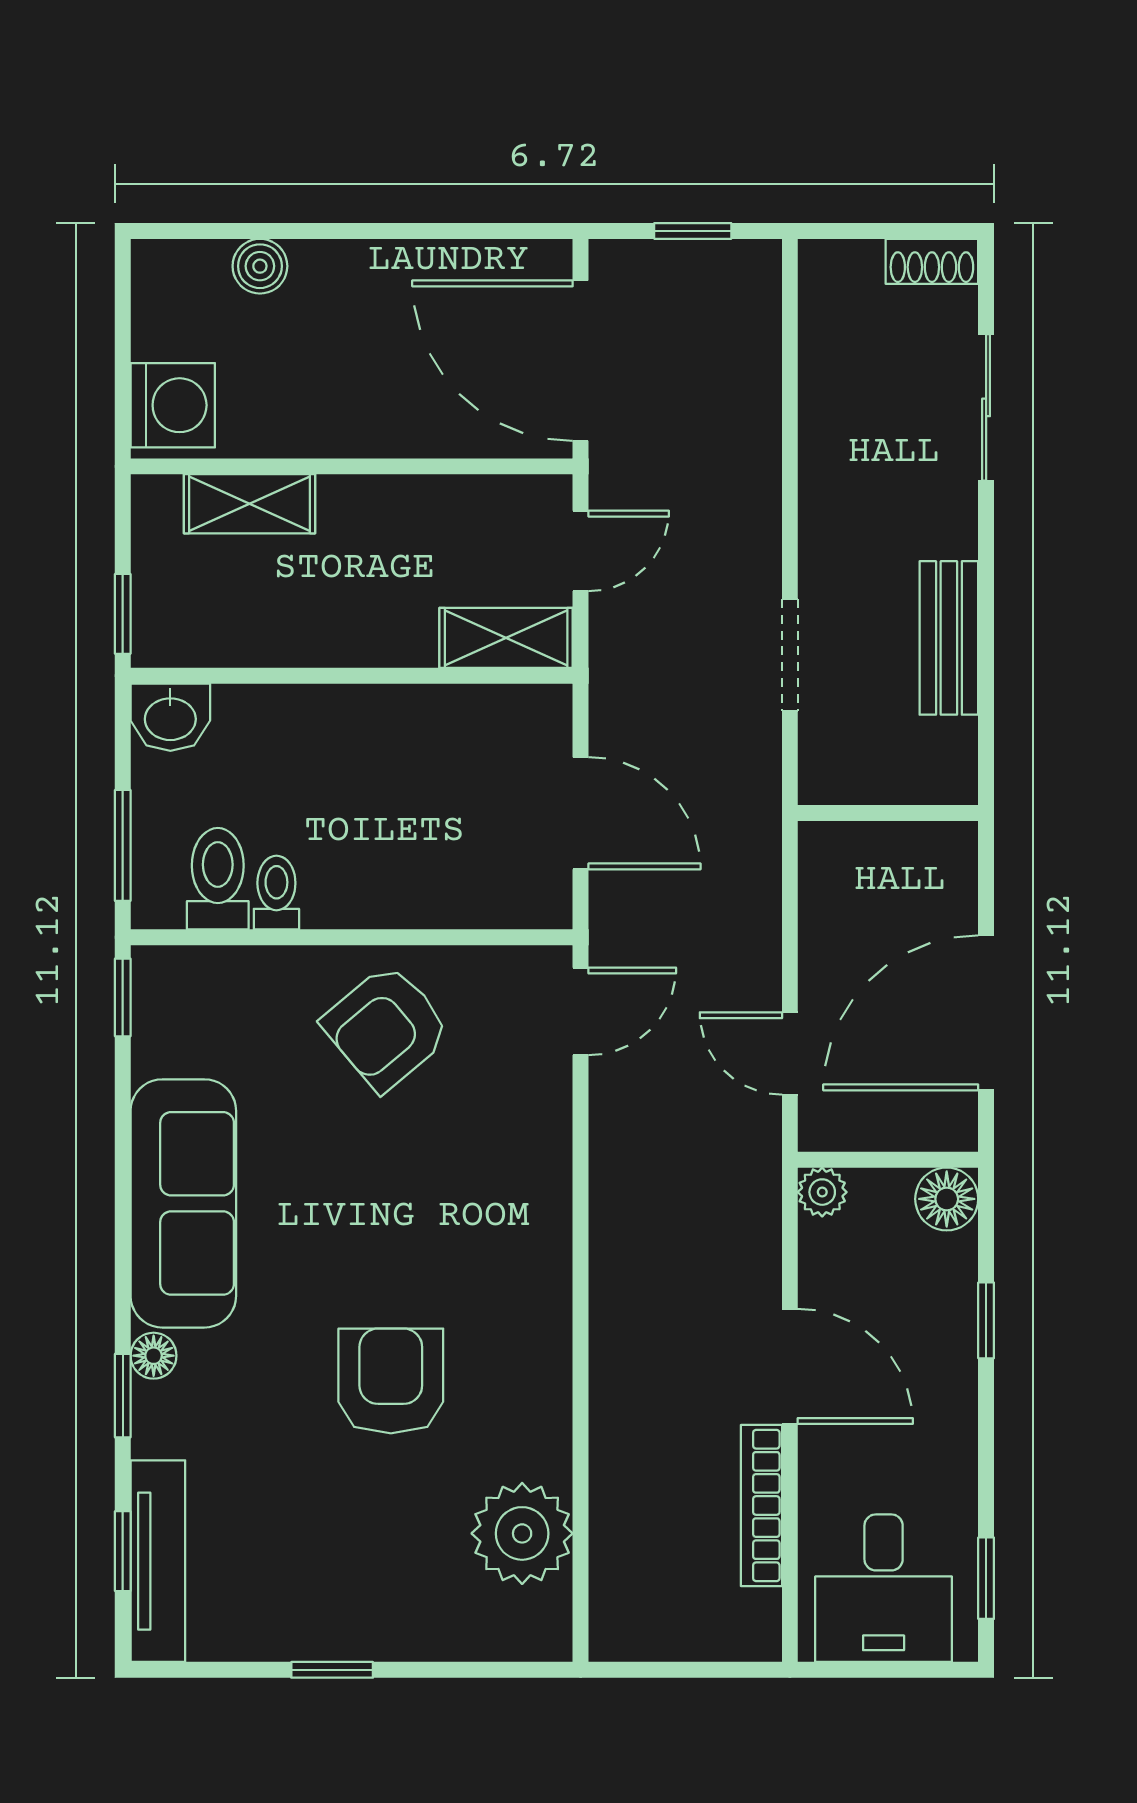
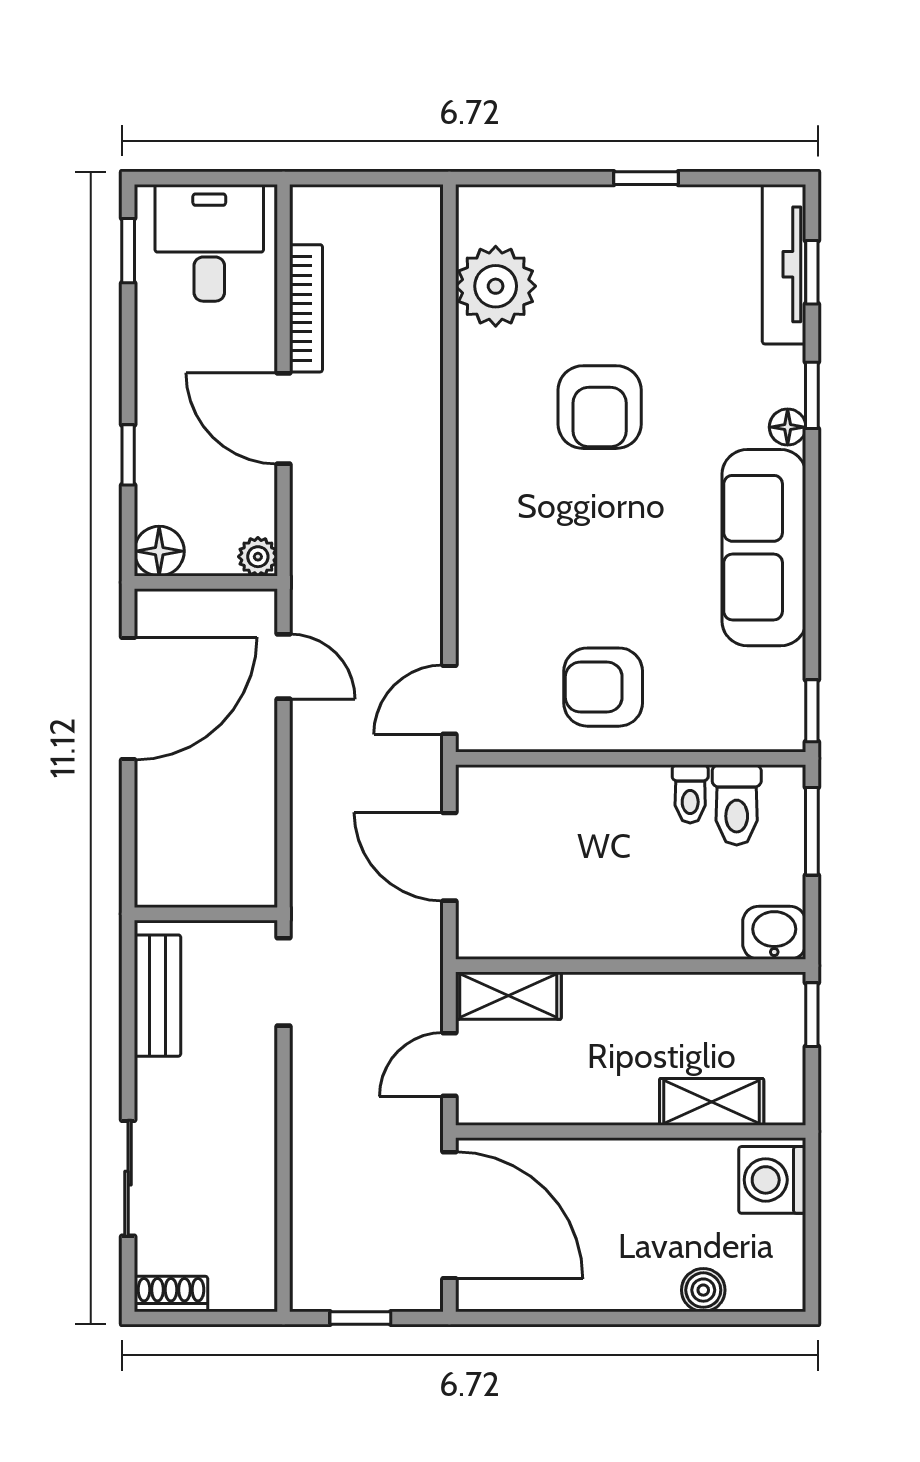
wall: (888, 813) -> (206, 914), moved
armchair: (386, 1027) -> (603, 687), turned -140

